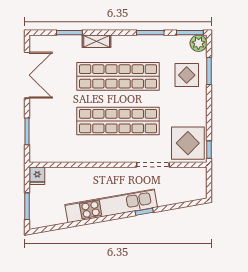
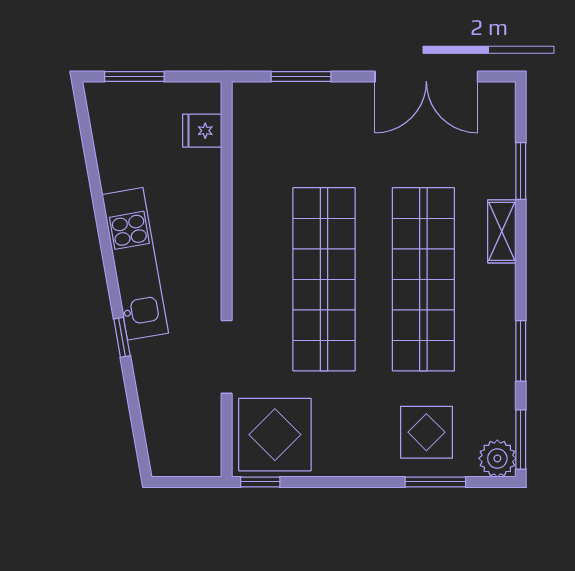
fridge: (37, 176) -> (202, 131), moved
kitchen unit: (111, 206) -> (135, 264), width x0.73

